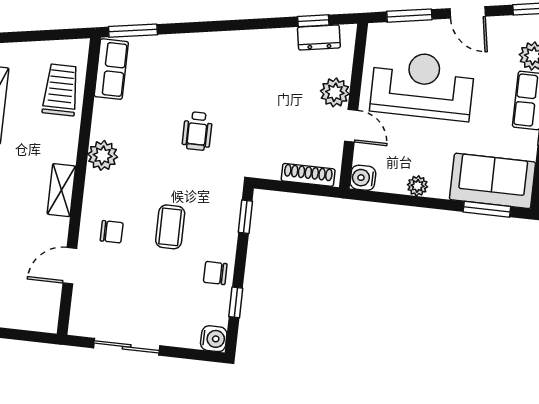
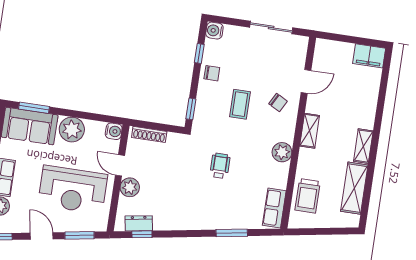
window: (133, 31) -> (232, 233), moved
plant: (417, 186) -> (72, 130), width x1.87, depth x1.87
chair: (112, 232) -> (278, 102), turned -152

